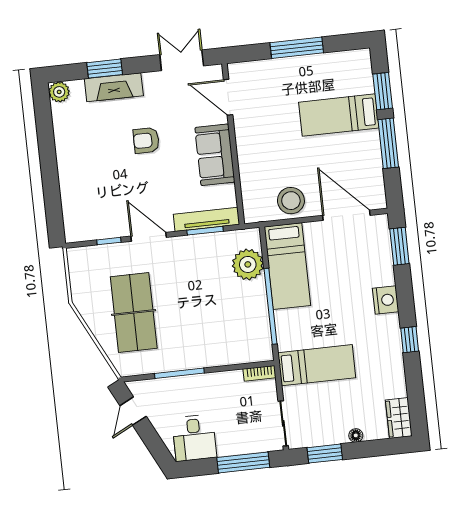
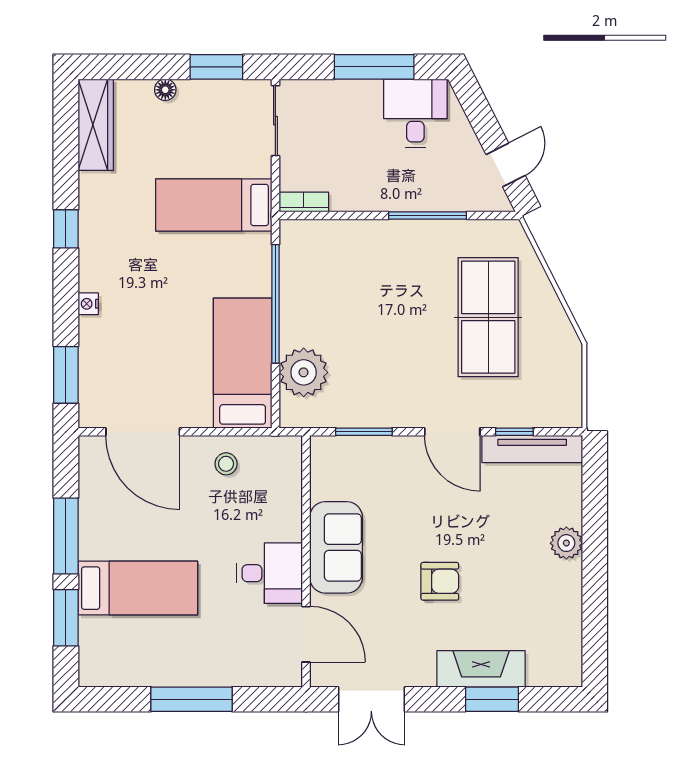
plant: (59, 92) -> (566, 543), moved
desk: (256, 134) -> (270, 573), added
stool: (291, 201) -> (226, 464), width x0.53, depth x0.53
tv unit: (206, 219) -> (532, 449), moved
nightstand: (386, 300) -> (88, 304), width x0.53, depth x0.56
wardrobe: (399, 418) -> (96, 125), width x1.50
window: (243, 462) -> (374, 67), moved

